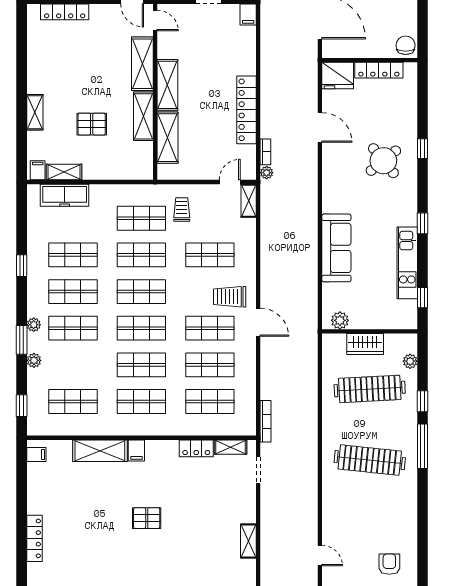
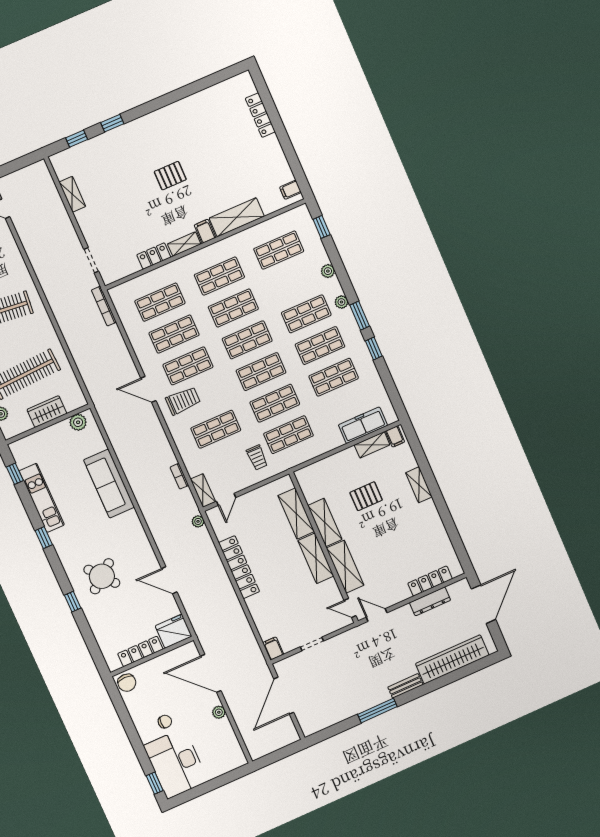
bookcase: (265, 152) -> (179, 476), moved
window: (22, 340) -> (360, 316), moved
shelving: (231, 447) -> (184, 244), moved

